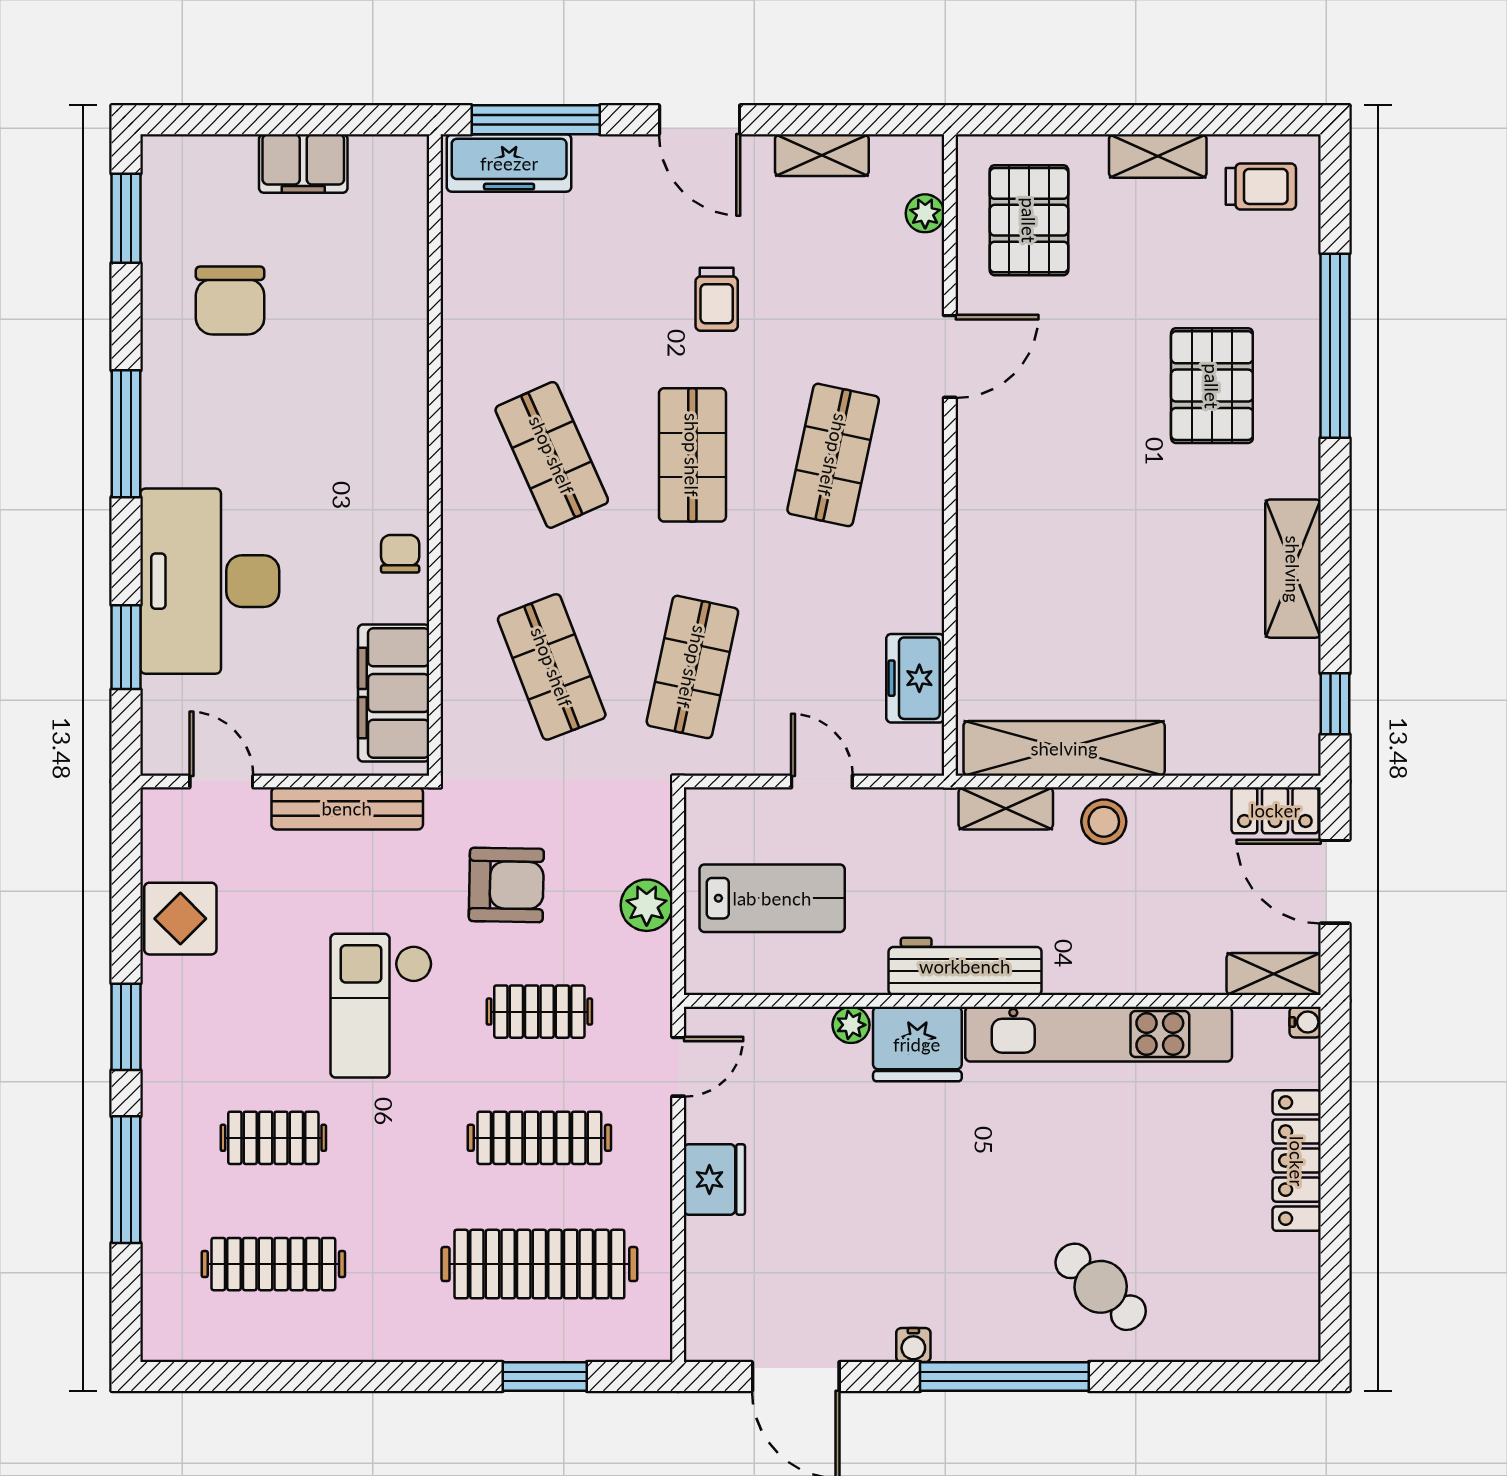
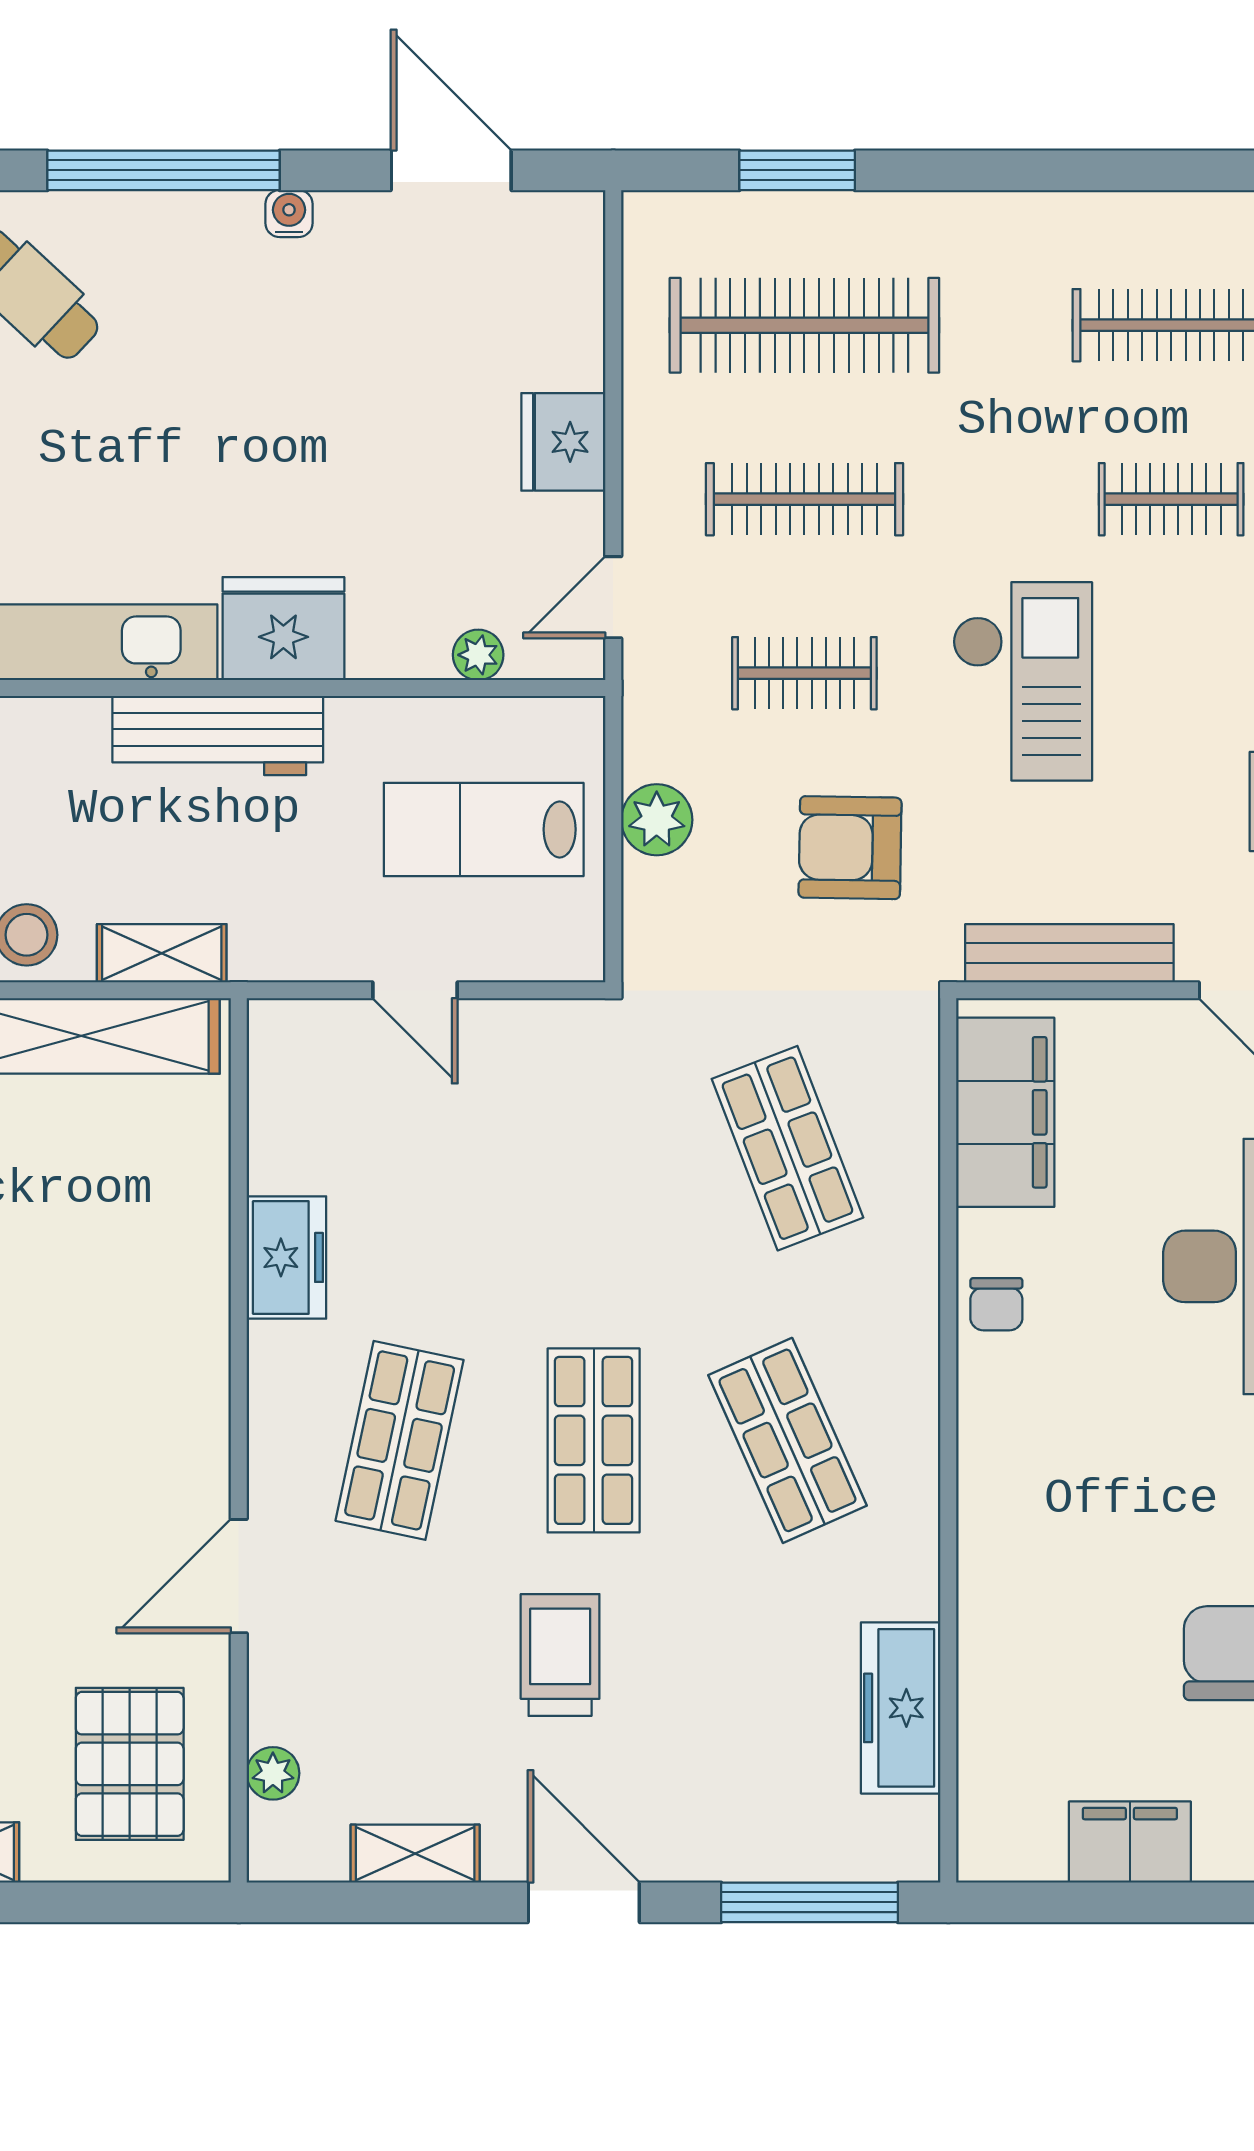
freezer: (509, 163) -> (901, 1708), moved, turned -90
trolley: (717, 299) -> (560, 1655), width x1.36, depth x1.39
shop shelf: (692, 667) -> (594, 1148), removed
freezer: (915, 678) -> (286, 1257), moved
plant: (851, 1025) -> (478, 655), moved

